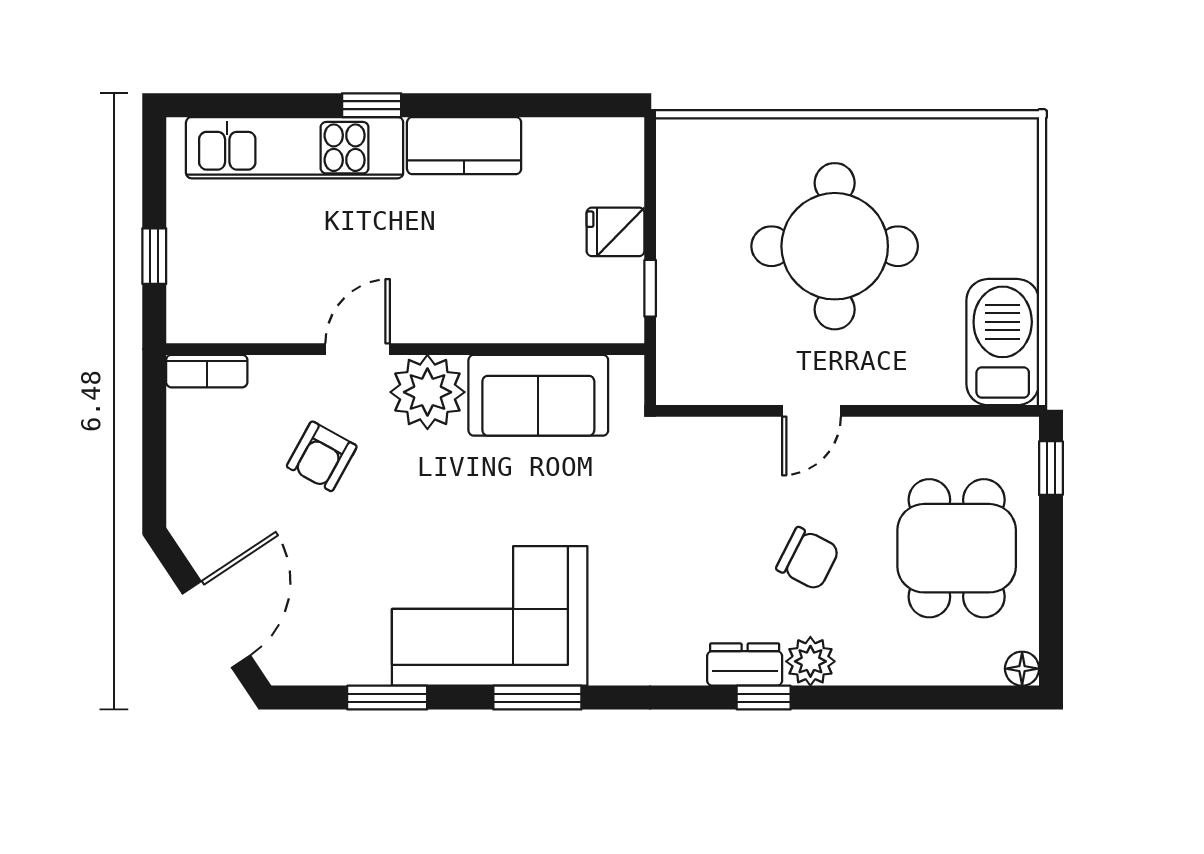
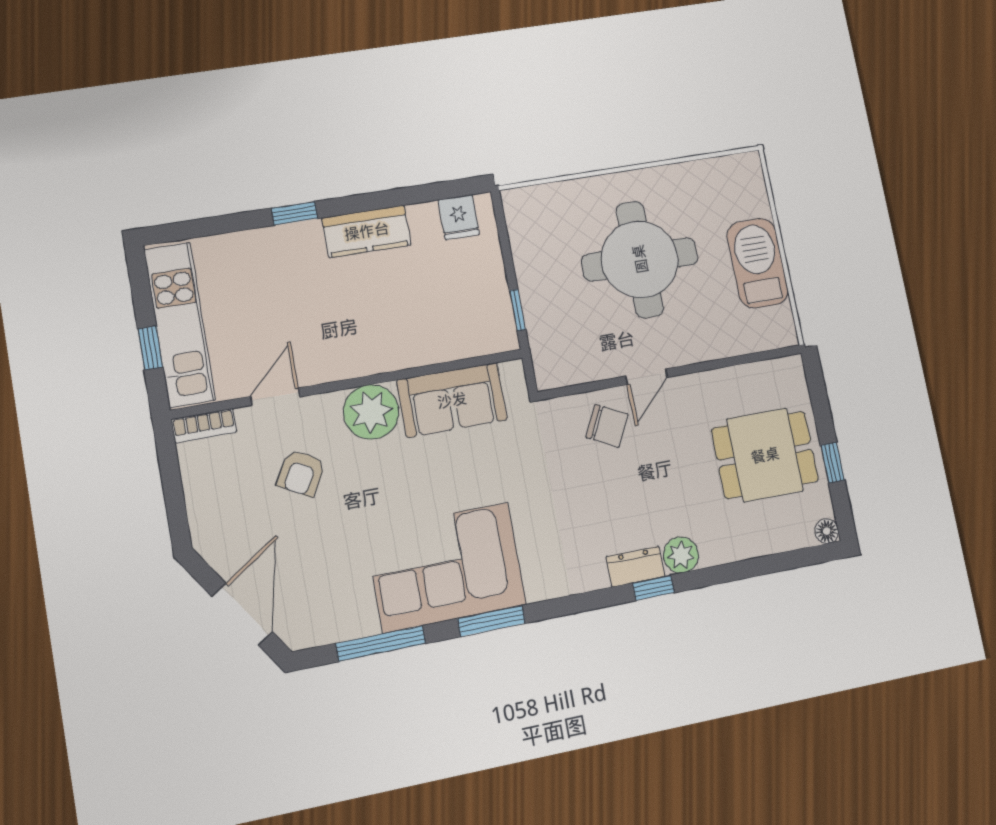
kitchen unit: (295, 148) -> (180, 325), moved, turned -90
fridge: (615, 232) -> (459, 217), moved, turned -90
barbecue: (1003, 342) -> (757, 263), moved
door: (358, 349) -> (275, 397), moved
window: (1051, 468) -> (833, 463), moved
dining table: (957, 548) -> (765, 455), turned 90
chair: (808, 559) -> (607, 426), moved
window: (387, 698) -> (381, 644), width x1.44

